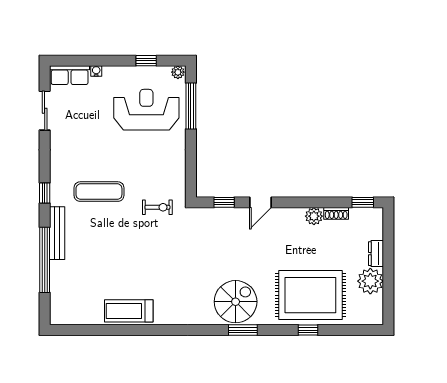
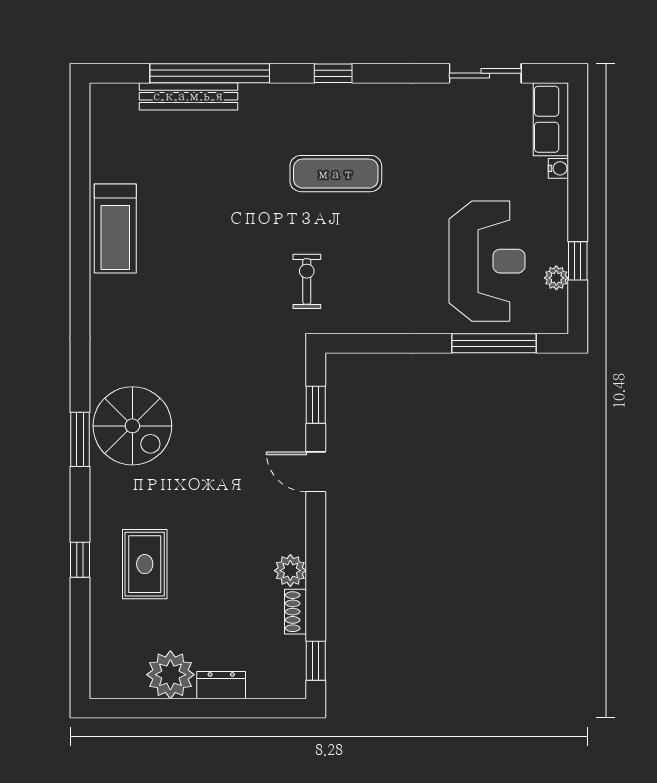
plant: (178, 72) -> (556, 278), moved
exercise mat: (99, 192) -> (336, 174), turned 90
exercise bike: (157, 207) -> (307, 281), turned 180
bench: (57, 233) -> (188, 96), moved
rug: (310, 295) -> (145, 564), width x0.54, depth x0.49
treadmill: (129, 311) -> (115, 228), turned 180

